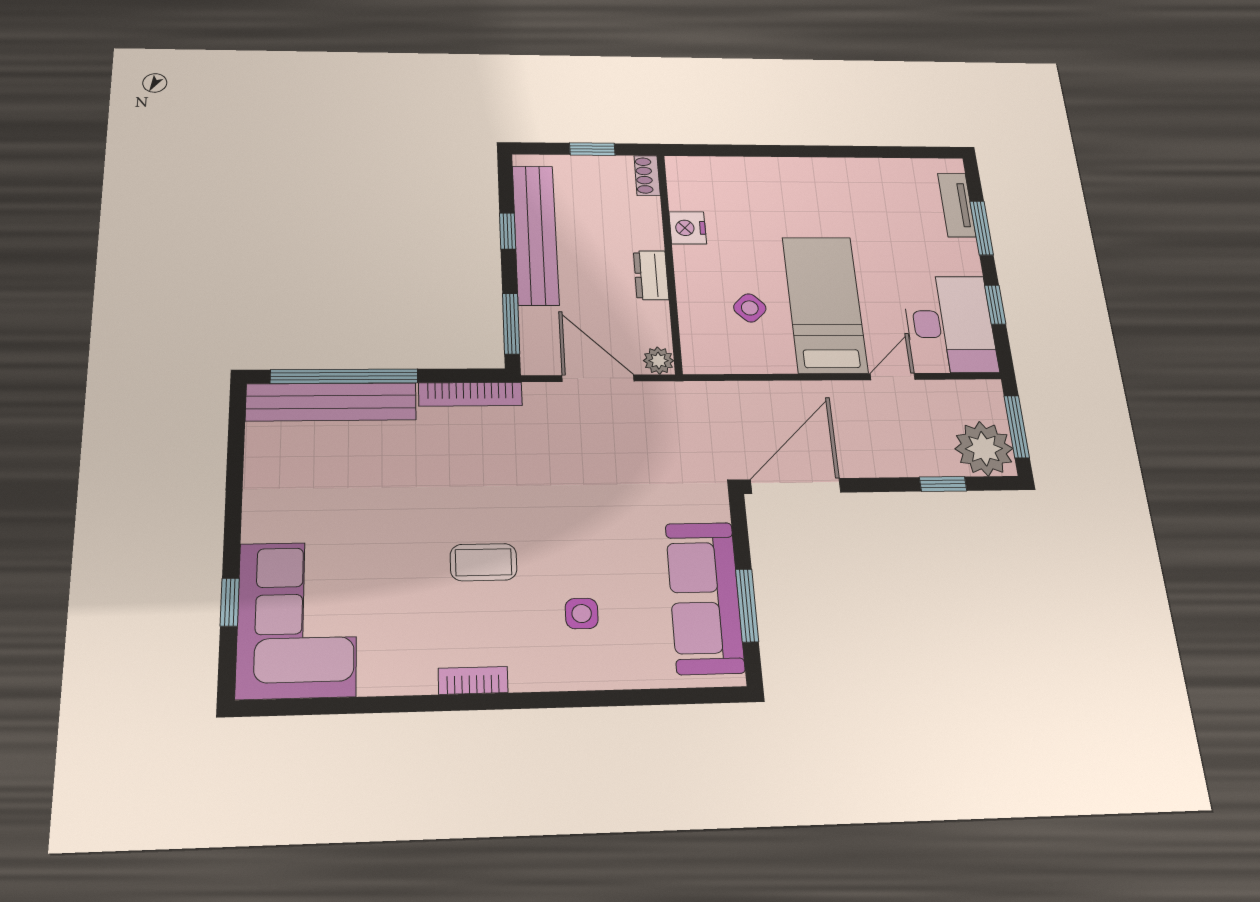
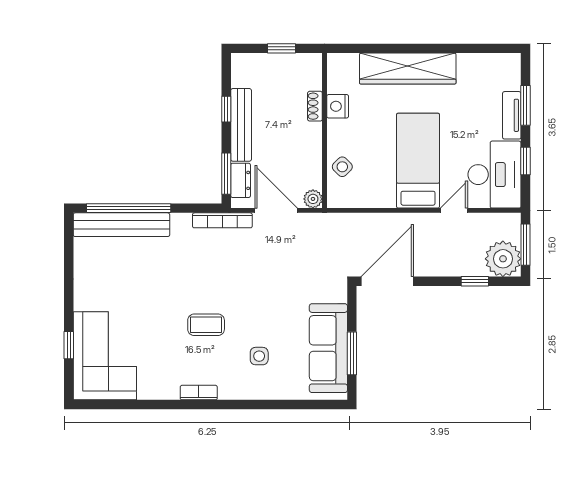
shoe rack: (647, 176) -> (315, 106), moved
wardrobe: (793, 178) -> (408, 69), added
tv unit: (957, 205) -> (512, 115), moved
bench: (535, 235) -> (241, 125), width x0.73, depth x0.82
dresser: (651, 275) -> (241, 180), moved, turned 180
side table: (750, 308) -> (342, 167), moved
bookcase: (470, 394) -> (222, 220), moved

